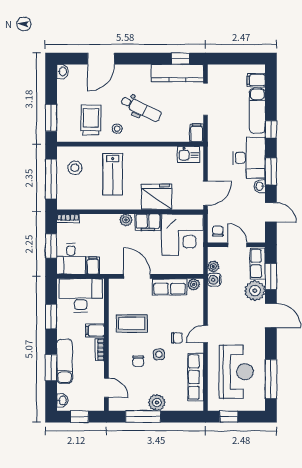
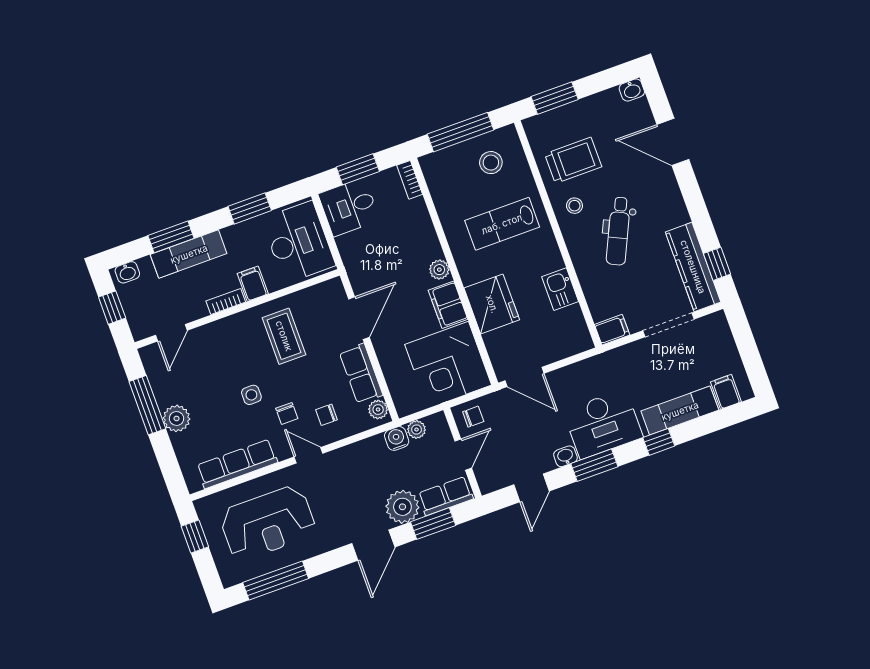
kitchen sink: (188, 154) -> (560, 289), moved
filing cabinet: (93, 266) -> (351, 244), removed
chair: (138, 361) -> (327, 415), moved

